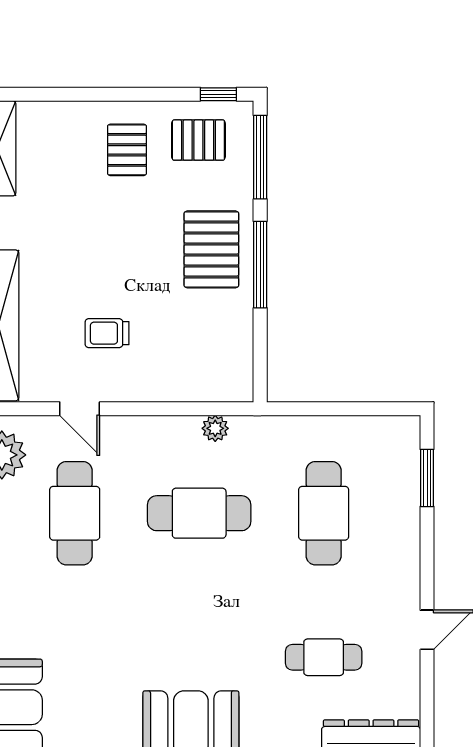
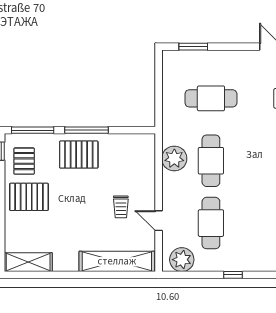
pallet: (127, 150) -> (29, 197), width x1.50, depth x1.42
door: (80, 409) -> (159, 221), swing flipped
plant: (215, 428) -> (174, 158), width x1.88, depth x1.88
cafe table: (75, 513) -> (211, 223), turned 90

